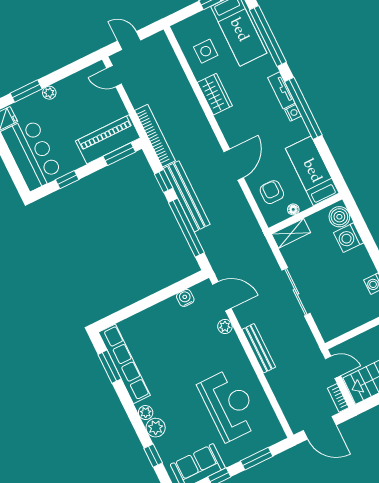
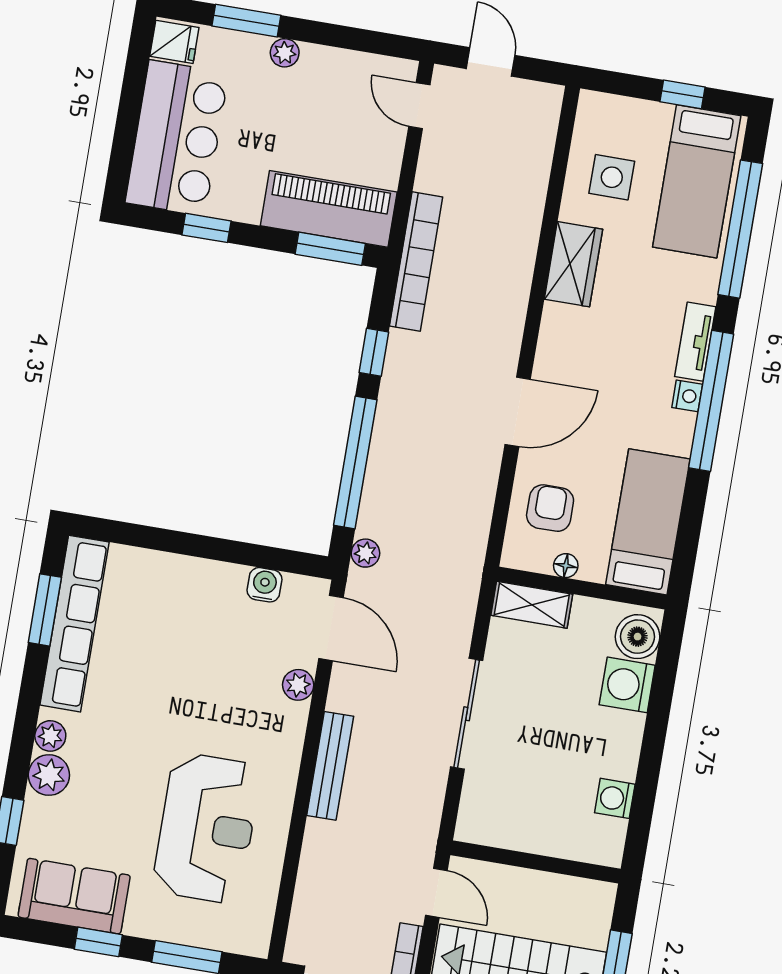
bench: (187, 196) -> (395, 408), removed
plant: (215, 259) -> (365, 553), added

